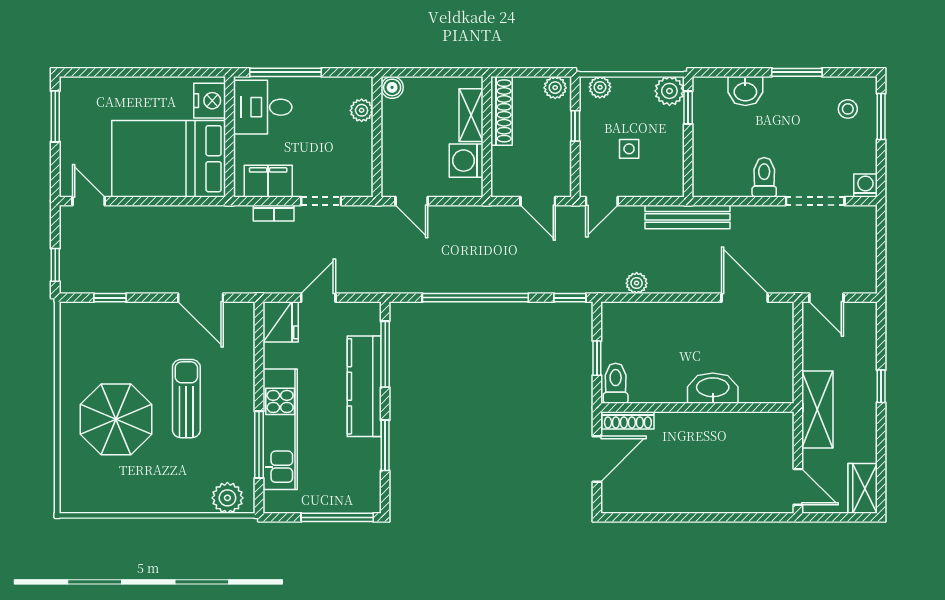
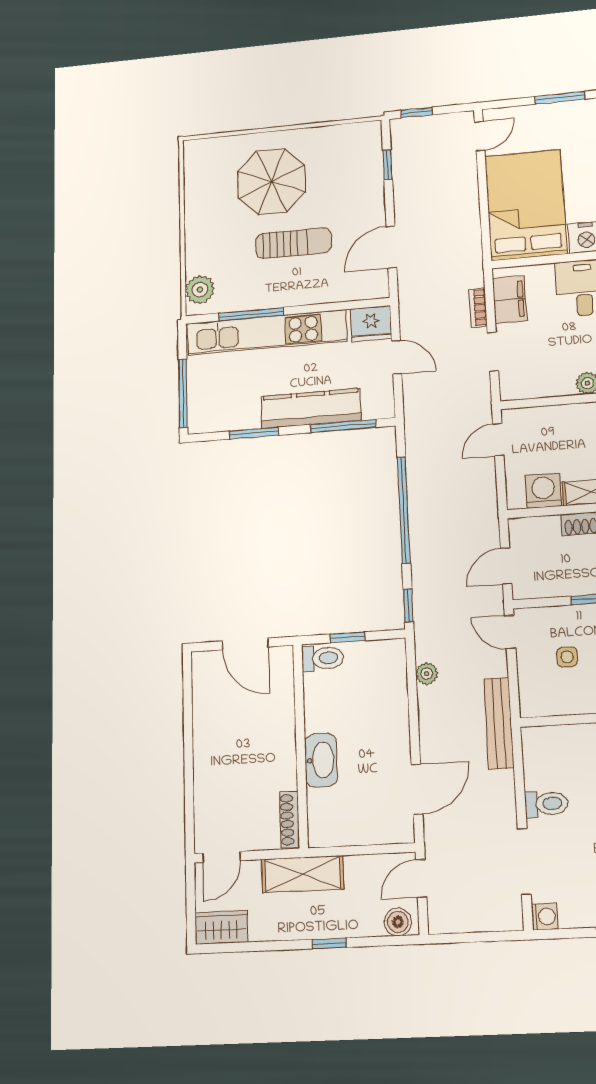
boiler: (865, 321) -> (398, 922), added
shoe rack: (628, 420) -> (289, 820), moved
kitchen unit: (280, 429) -> (267, 332), width x1.36

